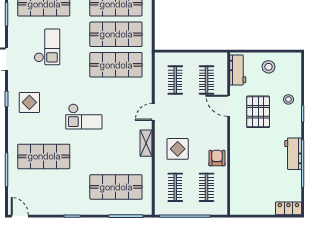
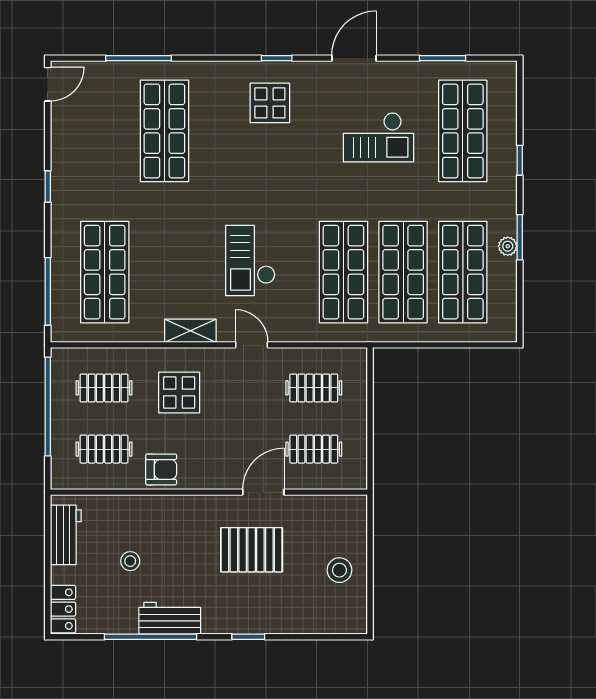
workbench: (238, 70) -> (66, 535), moved, turned -90
stool: (288, 99) -> (130, 561), moved
checkout: (84, 117) -> (250, 261), moved

